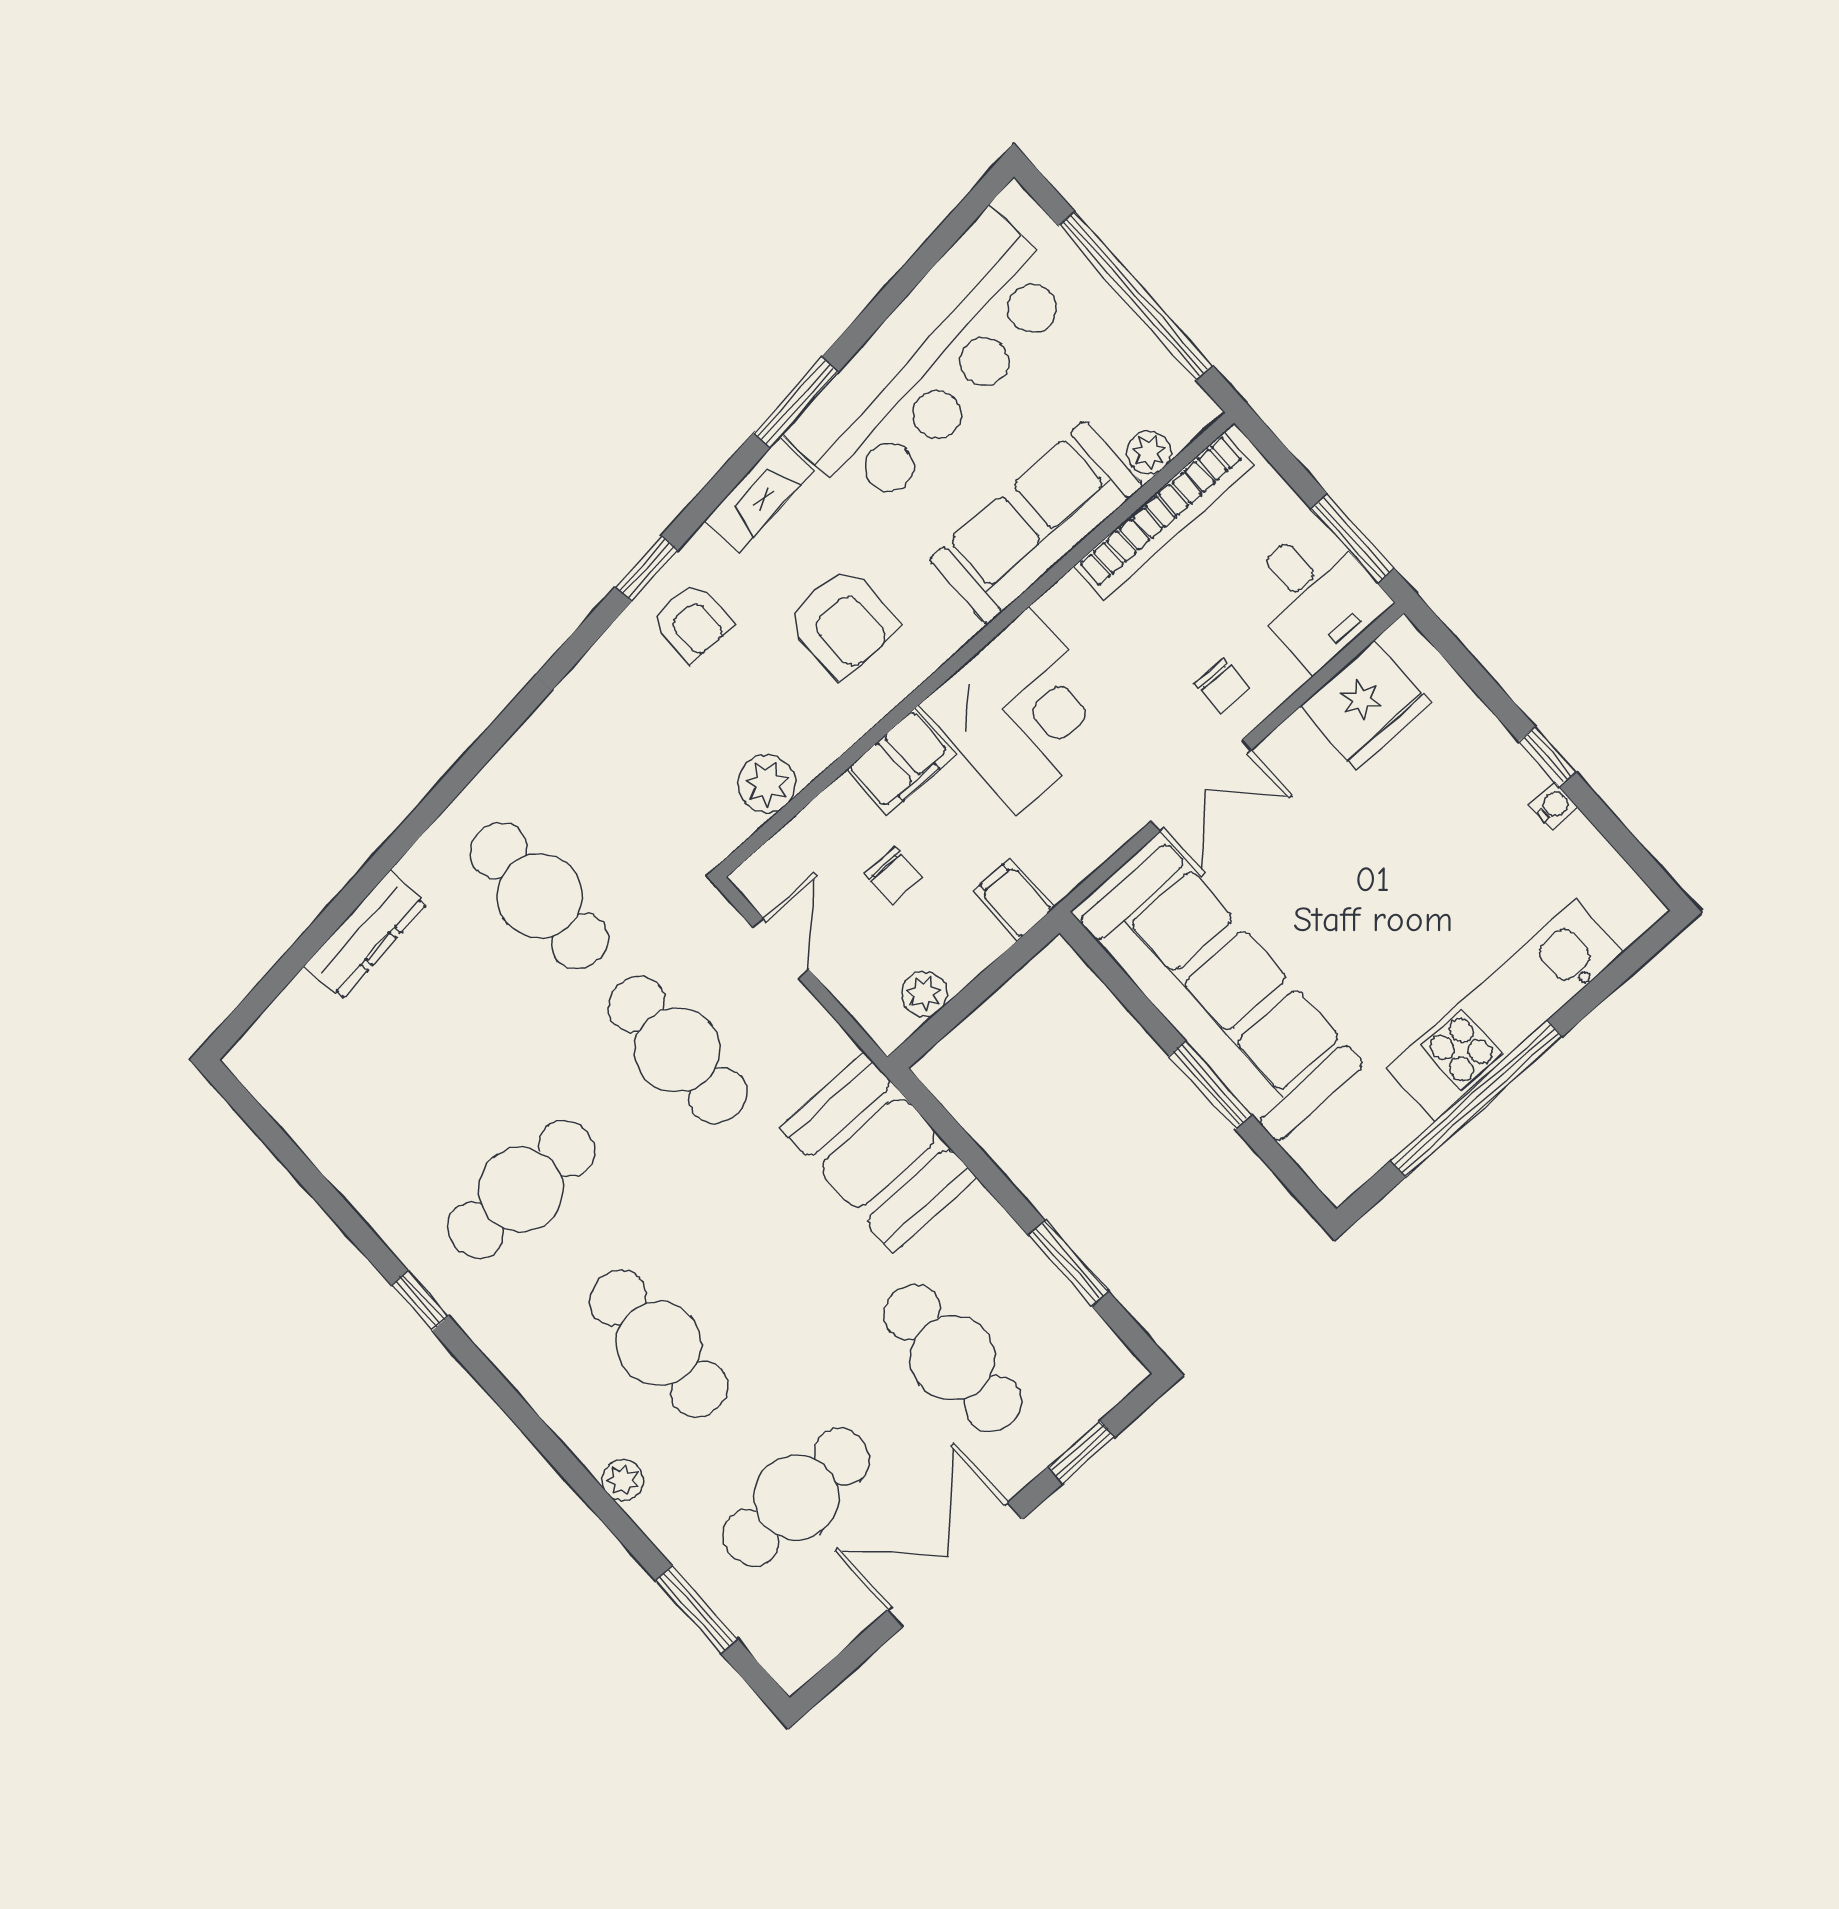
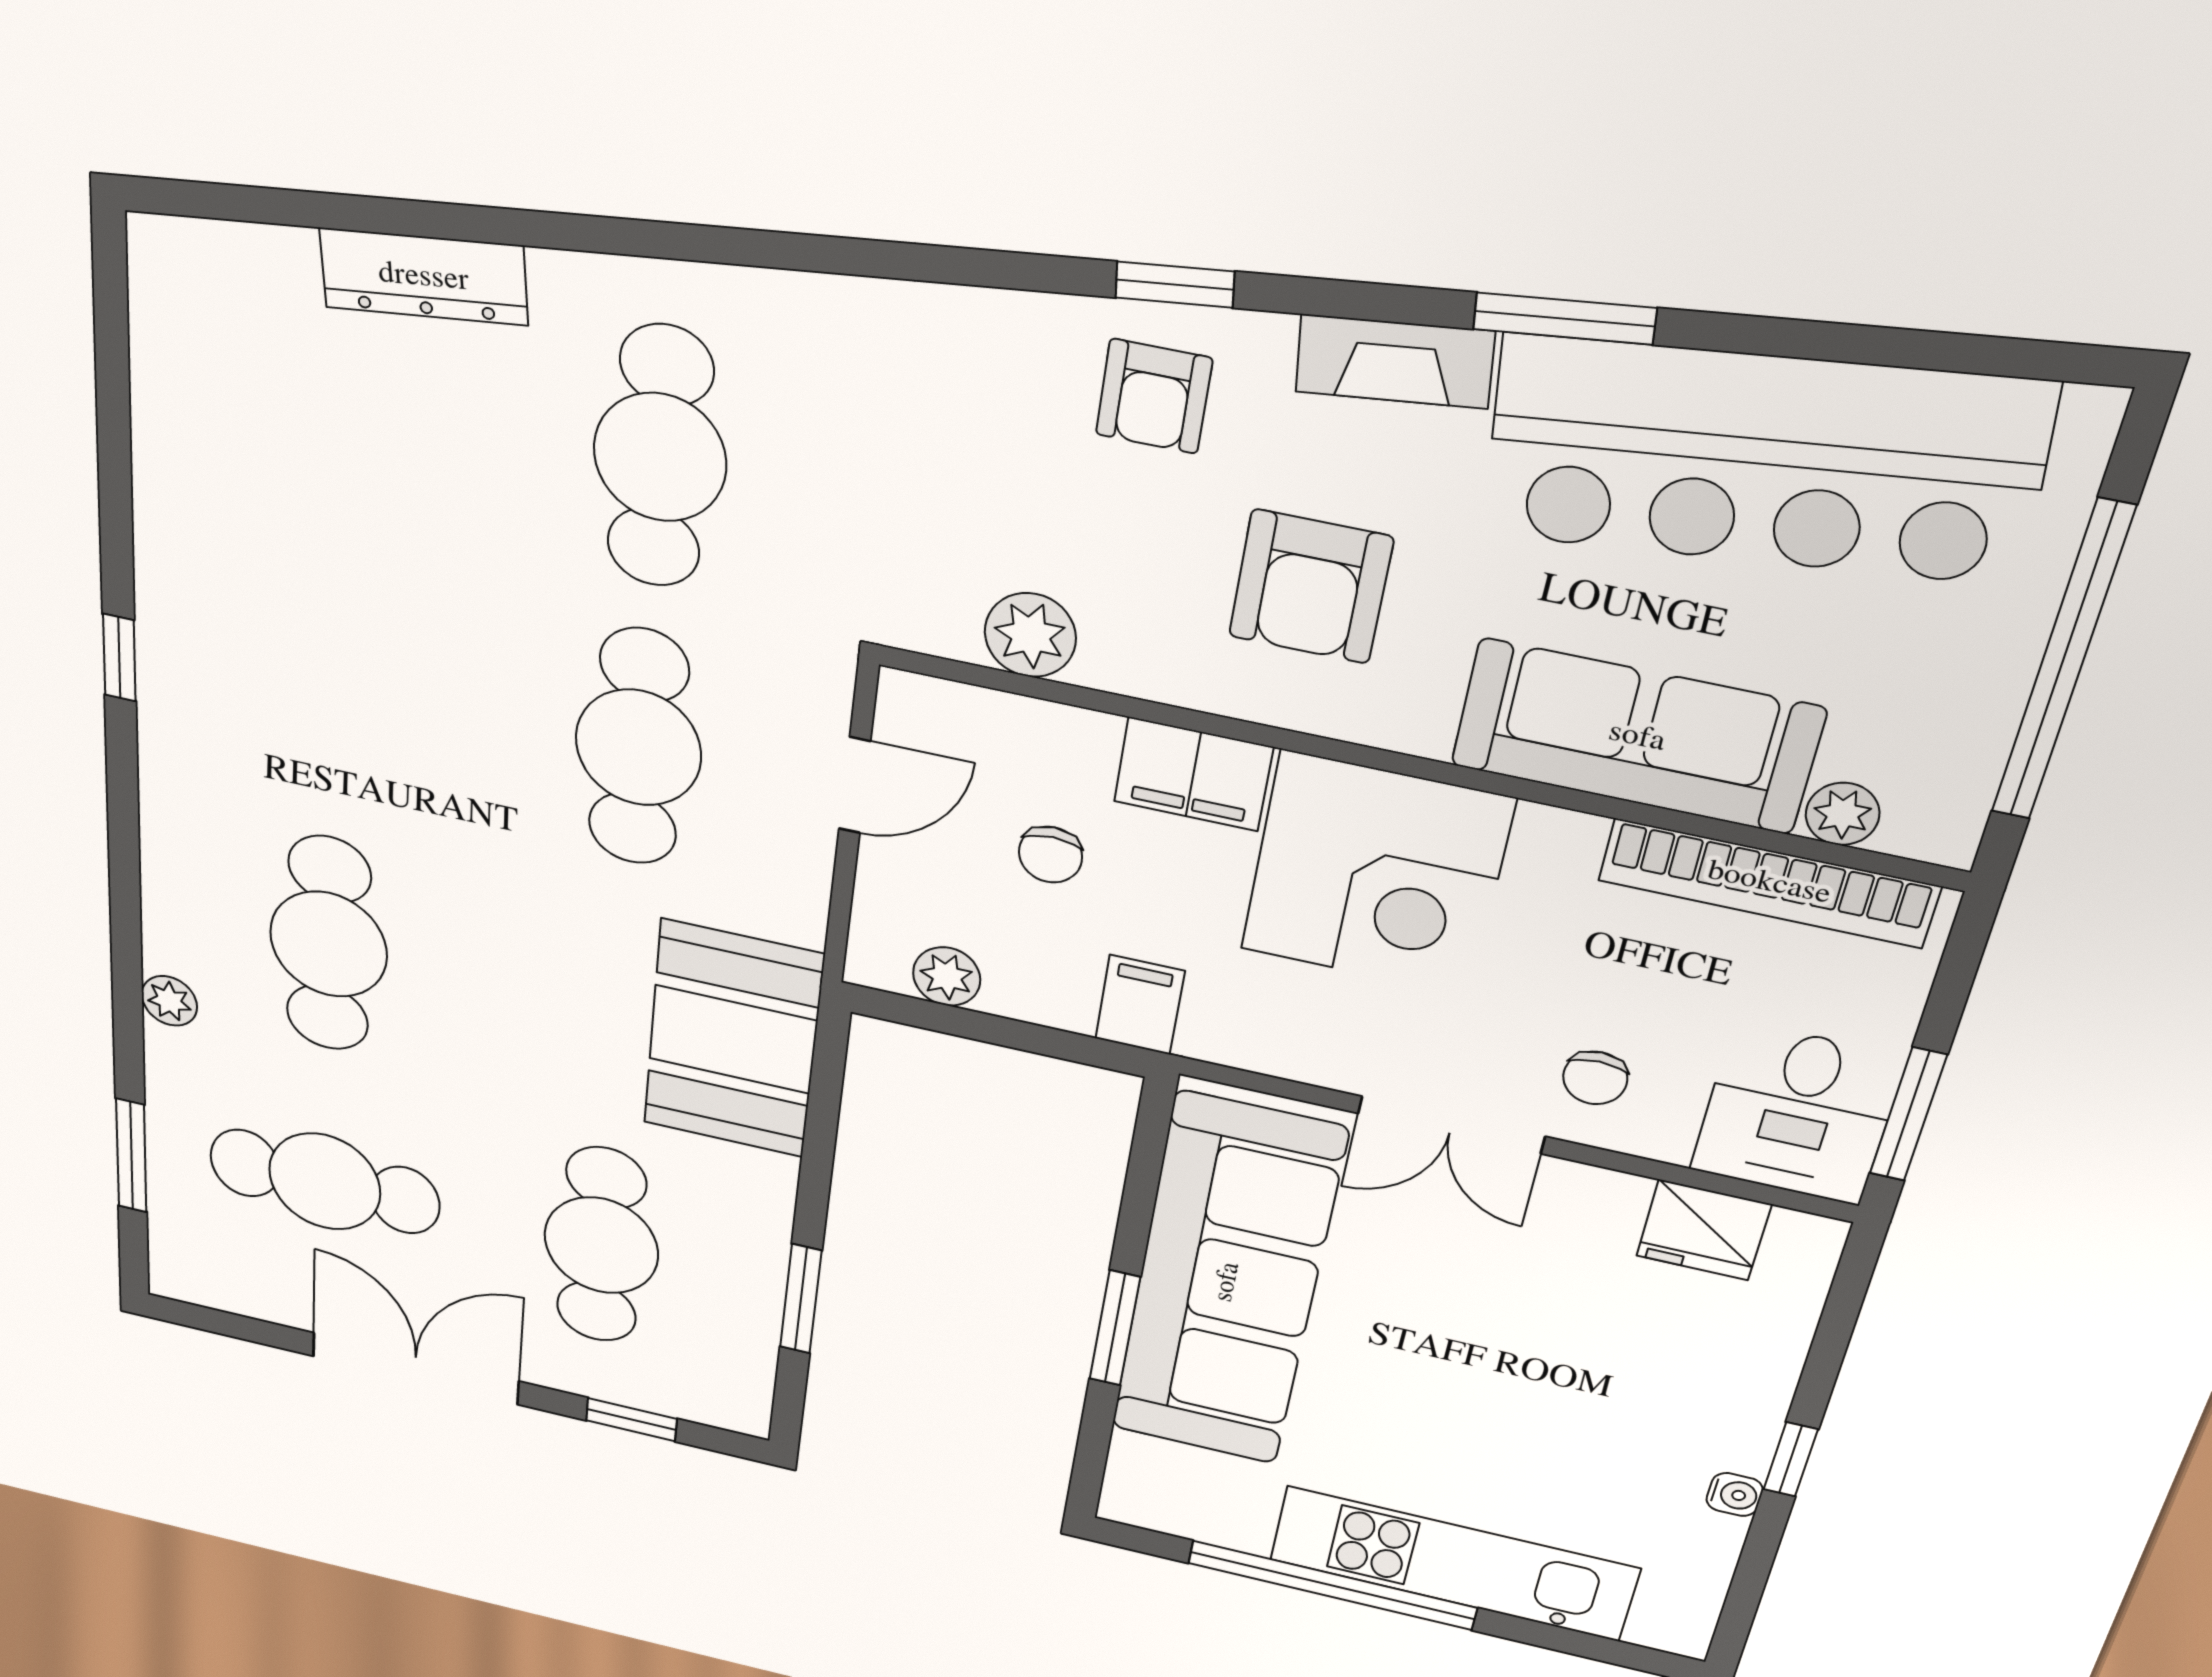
fridge: (1365, 705) -> (1704, 1230), width x0.73, depth x0.75
cafe table: (521, 1189) -> (333, 682), removed

